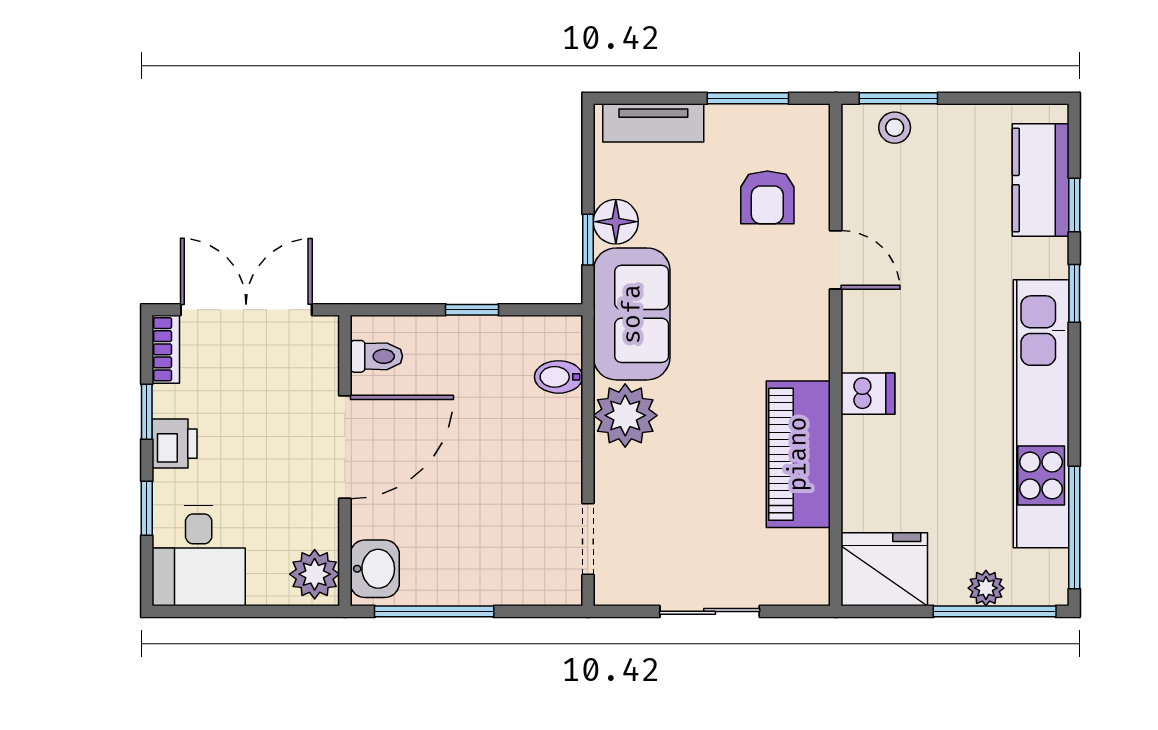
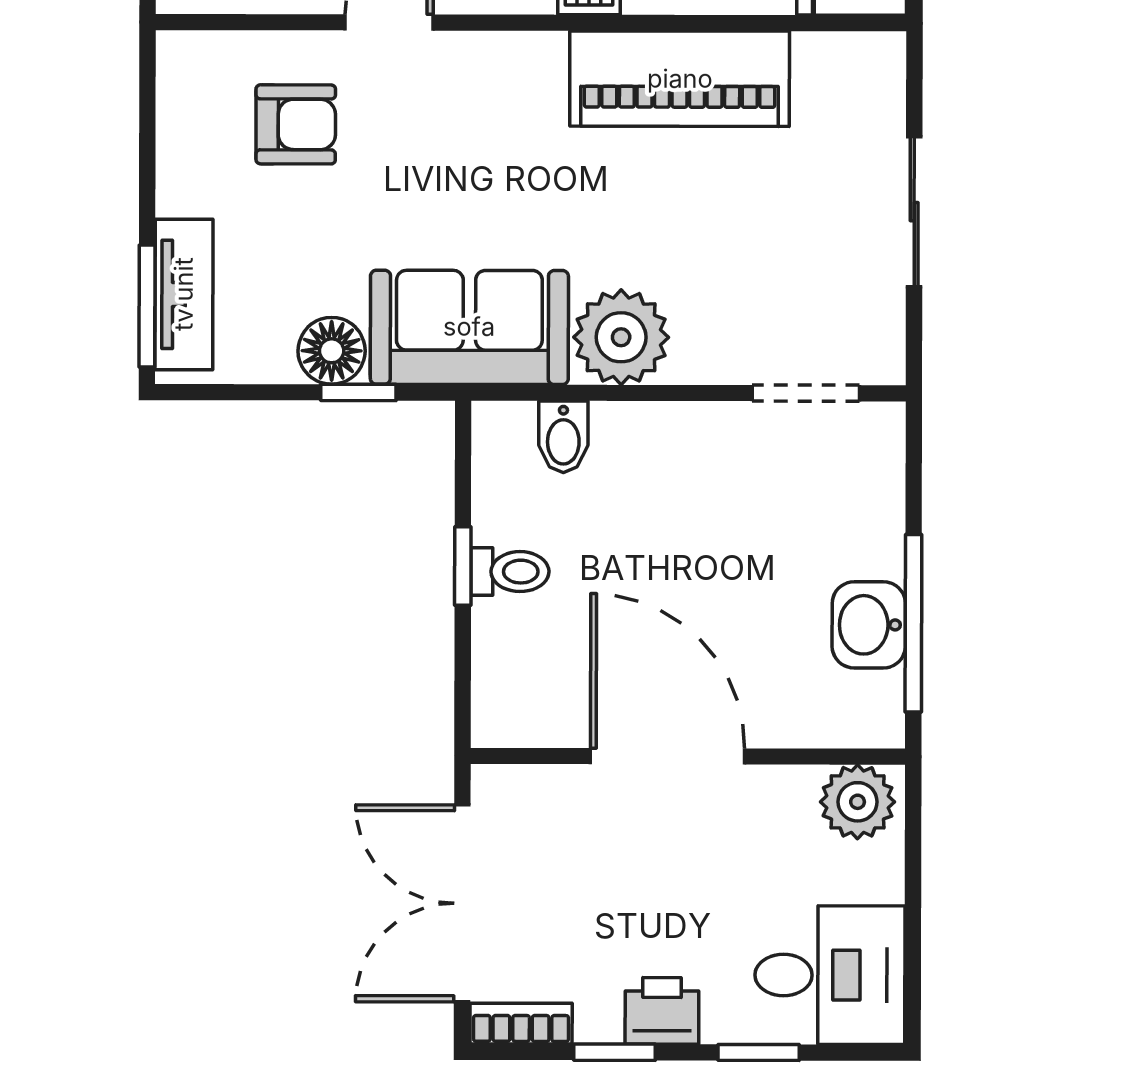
window: (748, 98) -> (147, 306), moved
toilet: (376, 356) -> (510, 572), moved, turned 90
washbasin: (375, 569) -> (869, 625), moved, turned -90

